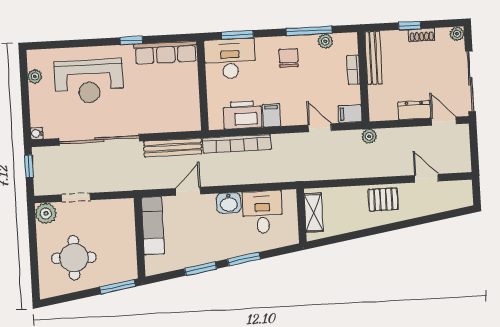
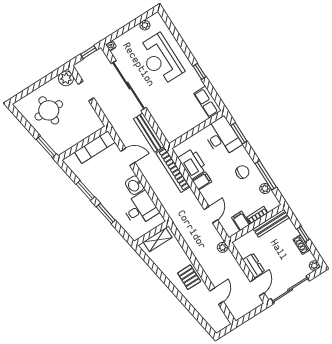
row of seats: (166, 53) -> (208, 102), width x0.68
filing cabinet: (350, 114) -> (241, 221), moved

